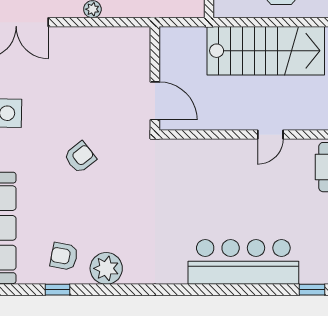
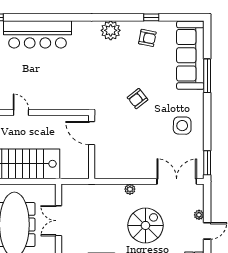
door: (270, 135) -> (21, 112), hinge flipped
plant: (106, 268) -> (111, 30), moved

